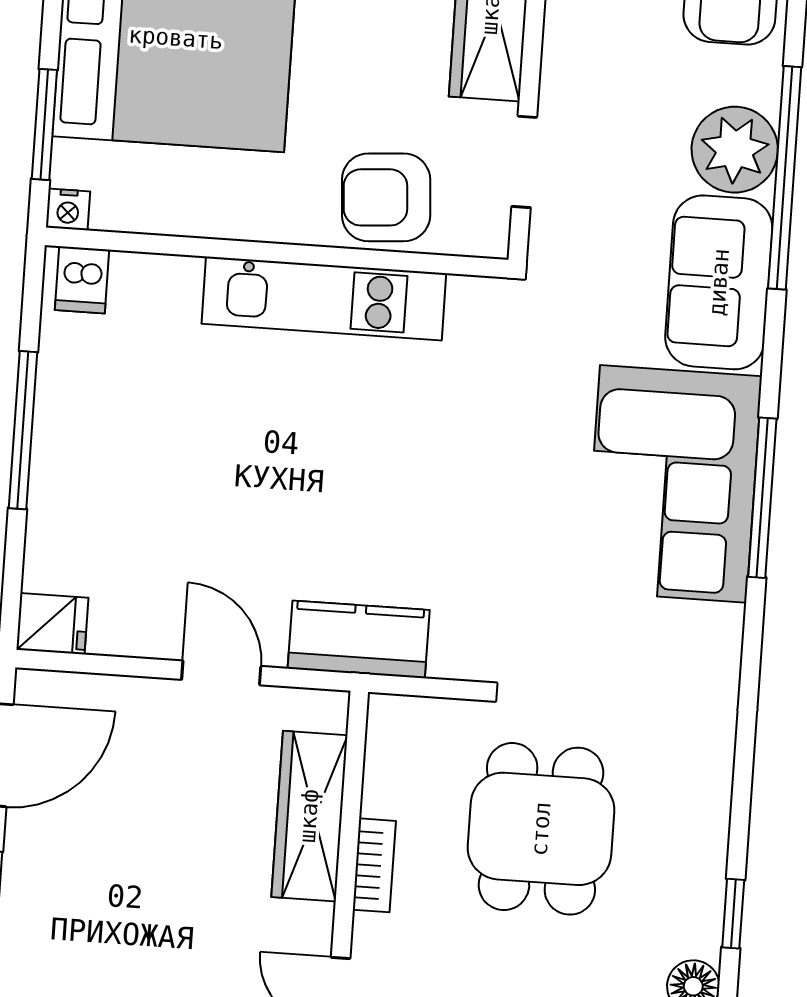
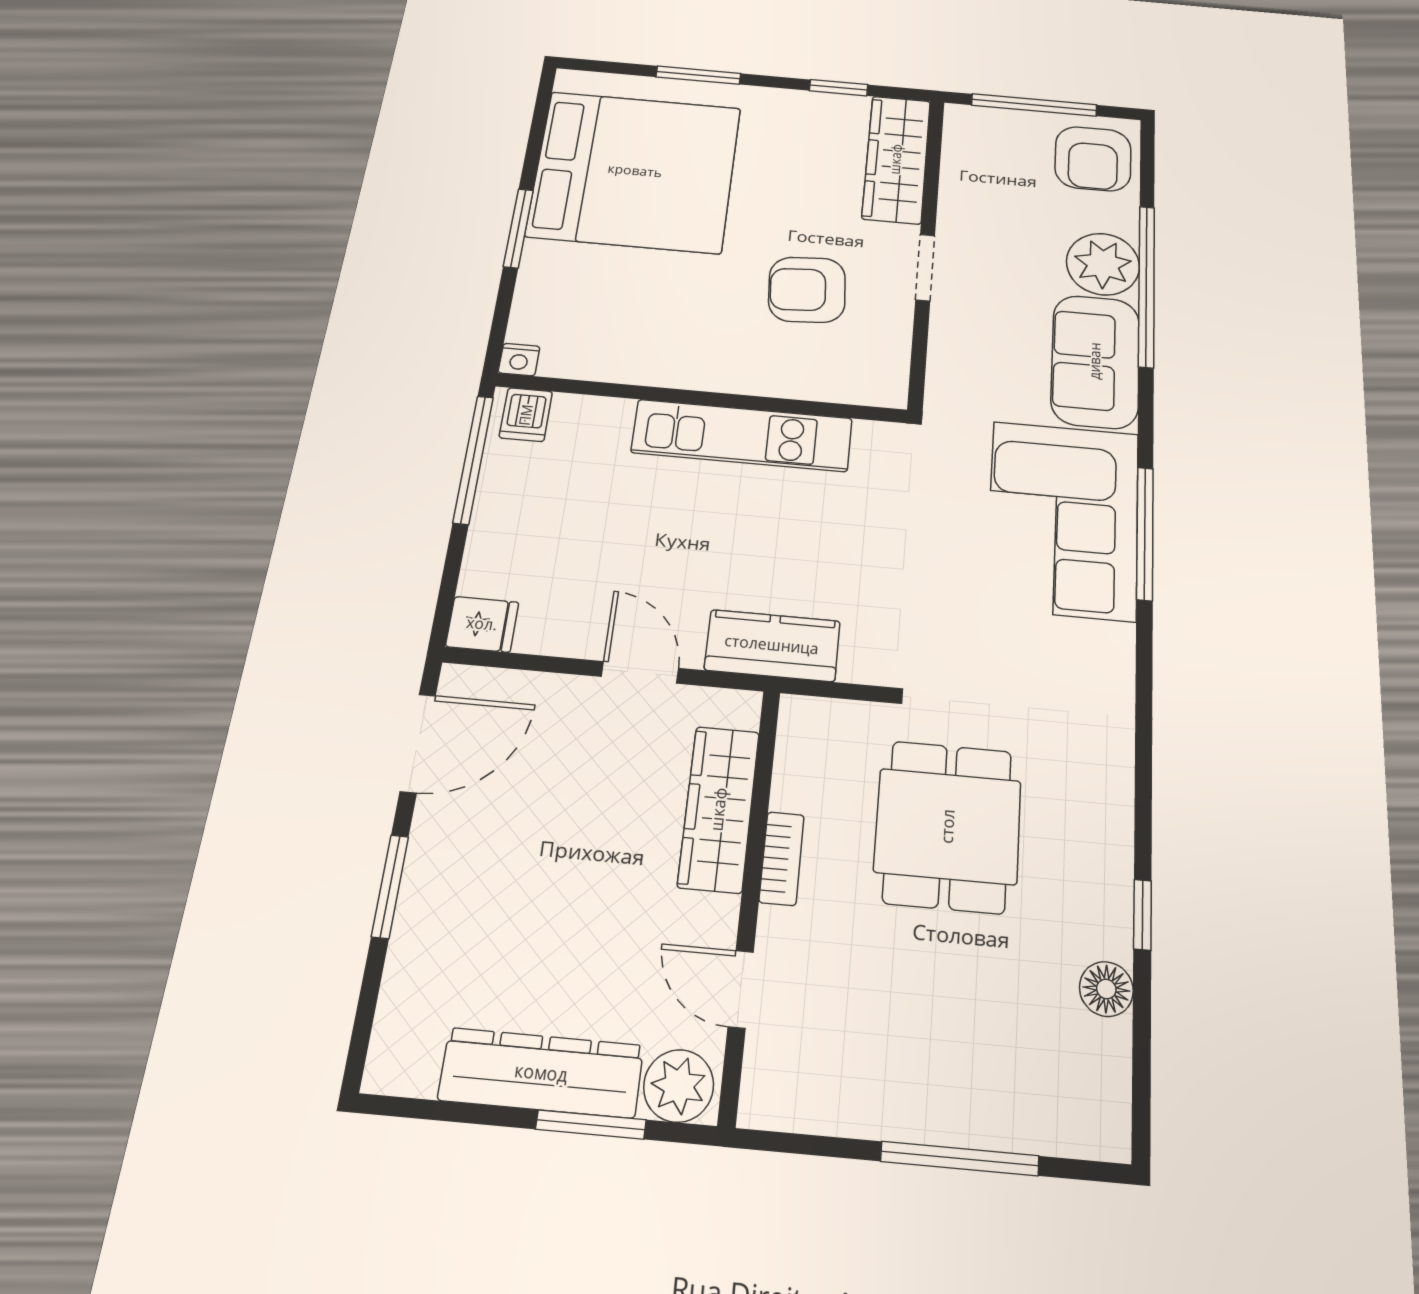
nightstand: (68, 209) -> (519, 360), moved
wall: (277, 252) -> (701, 398), moved
dishwasher: (82, 280) -> (526, 415), moved
kitchen unit: (324, 298) -> (742, 435), moved

